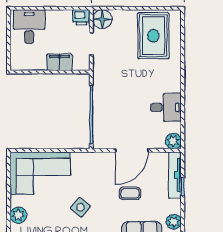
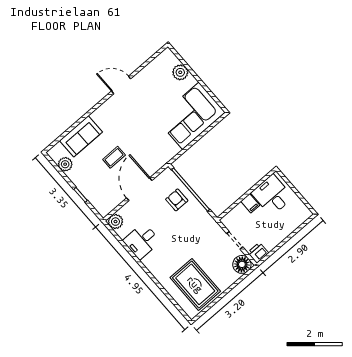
desk: (29, 27) -> (272, 195), moved, turned 180
filing cabinet: (59, 62) -> (250, 203), width x0.50
armchair: (110, 116) -> (177, 200), added
tv unit: (175, 175) -> (93, 198), removed
side table: (80, 207) -> (141, 116), removed

